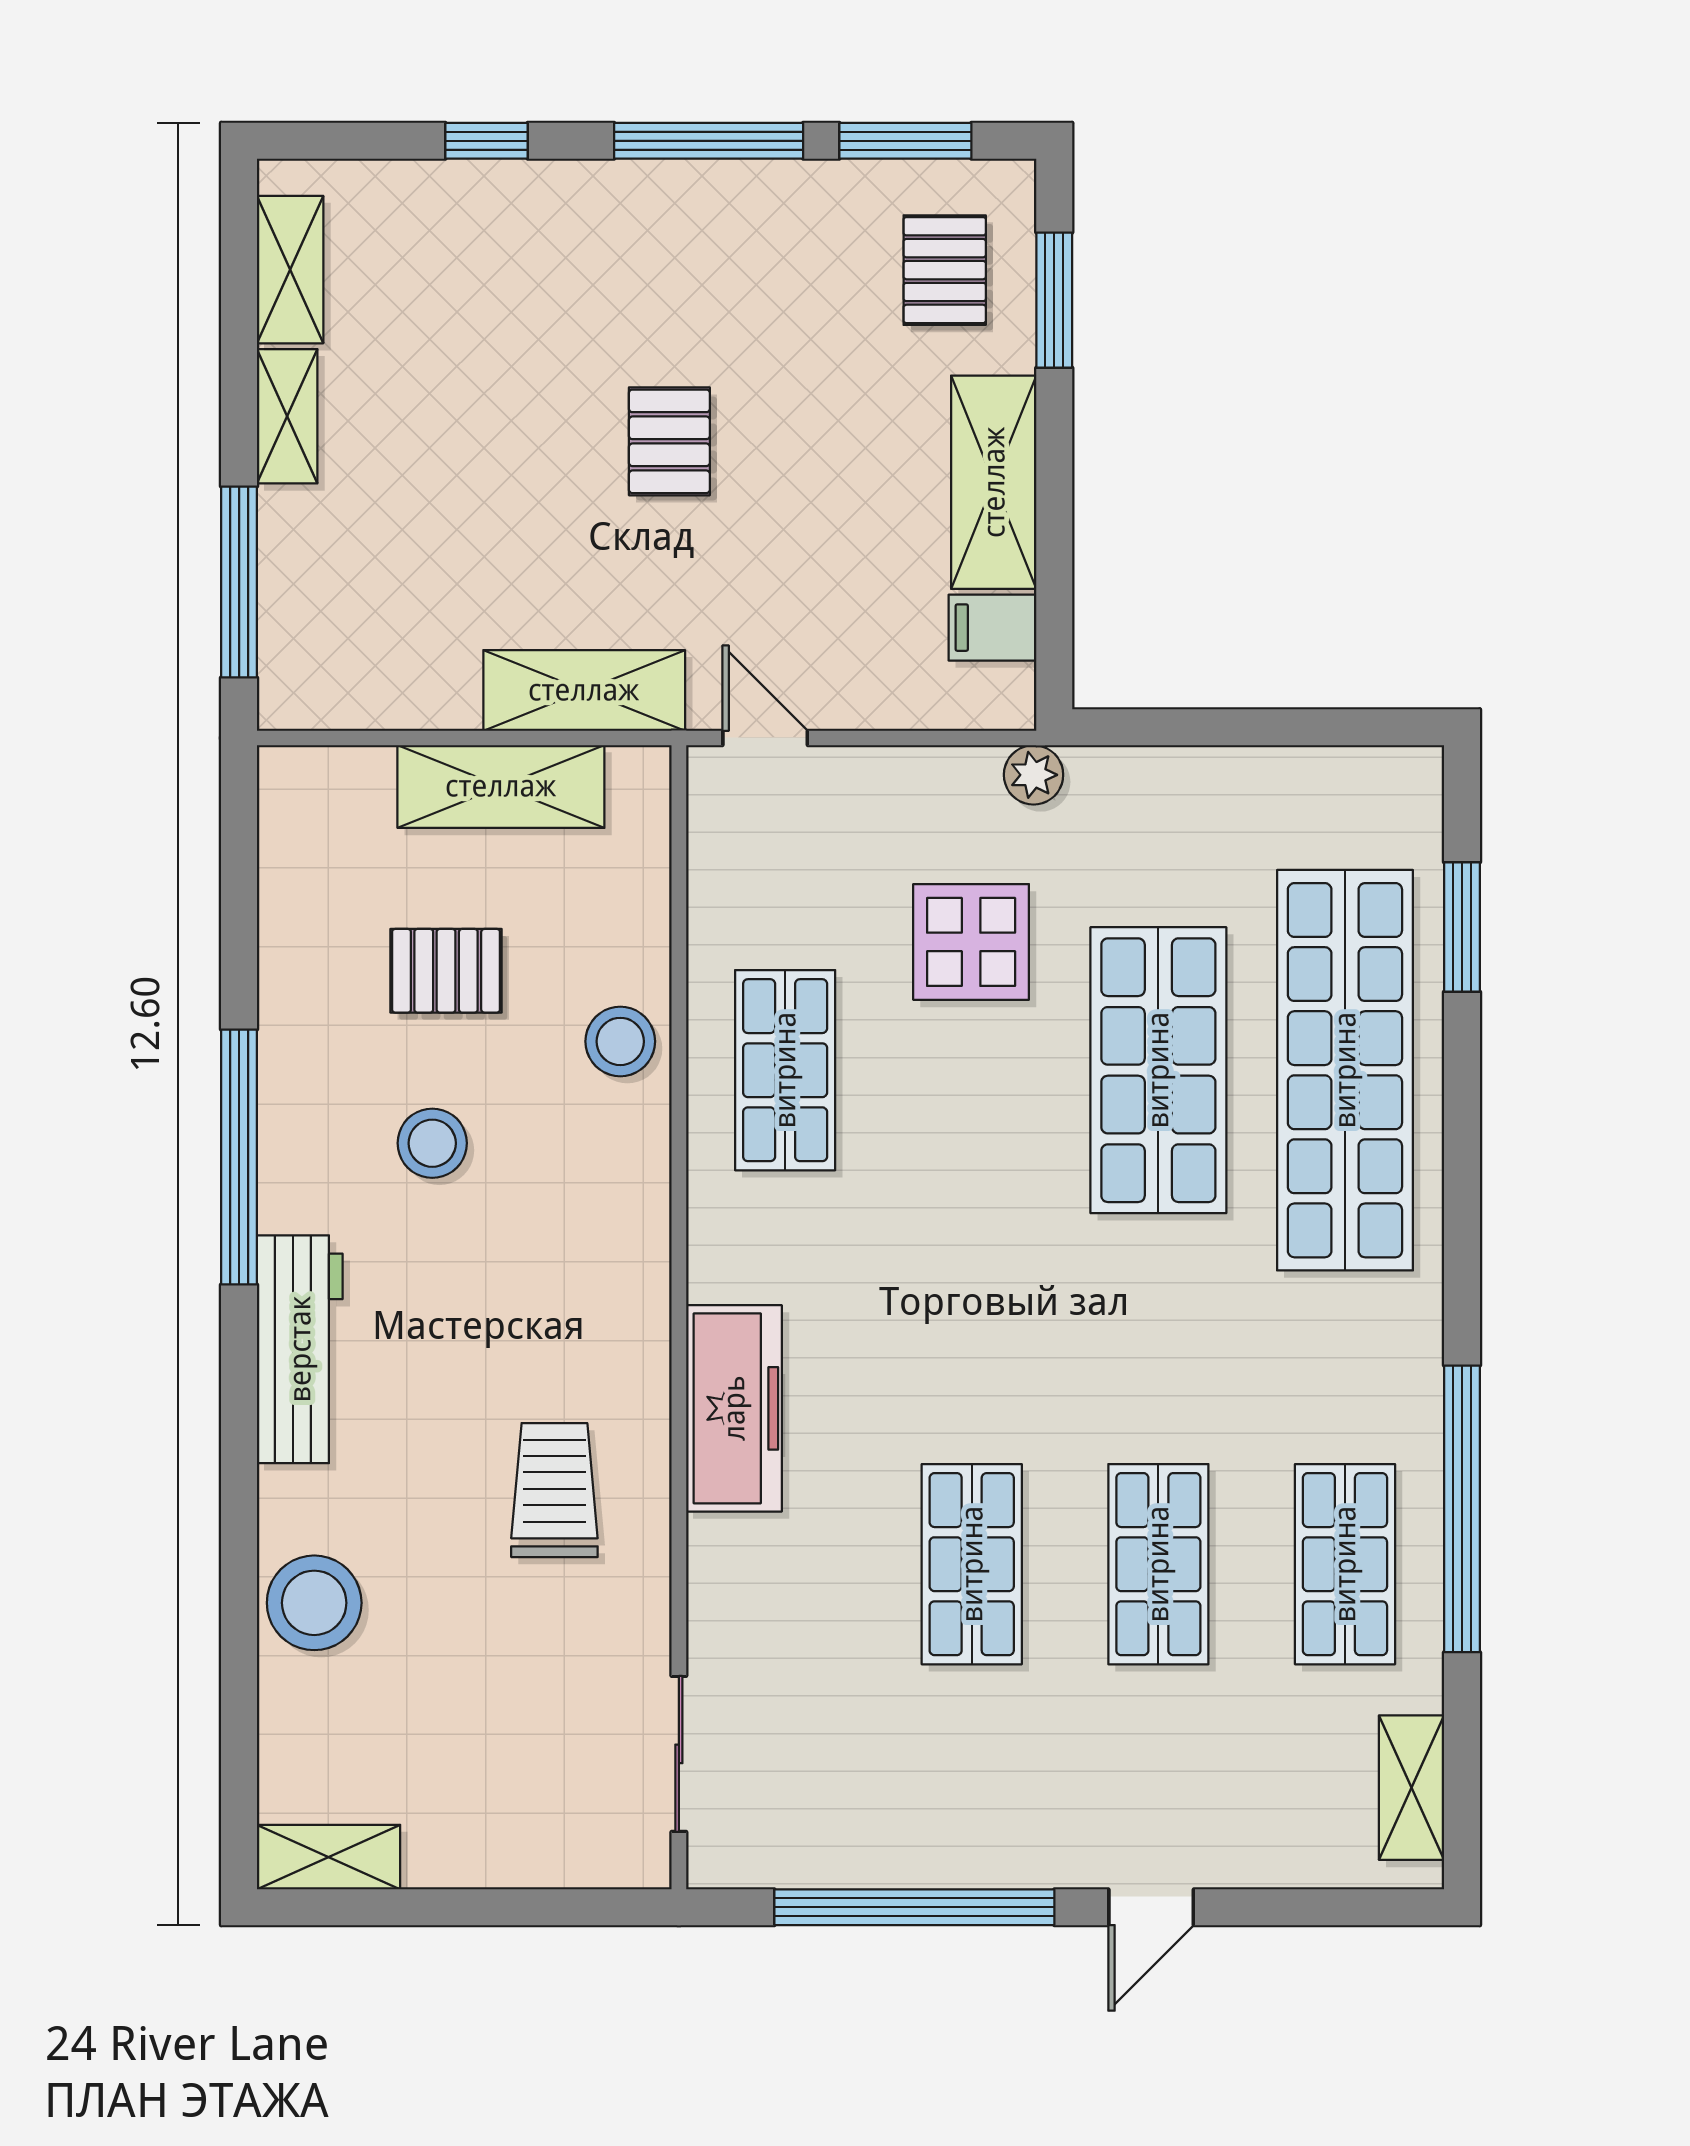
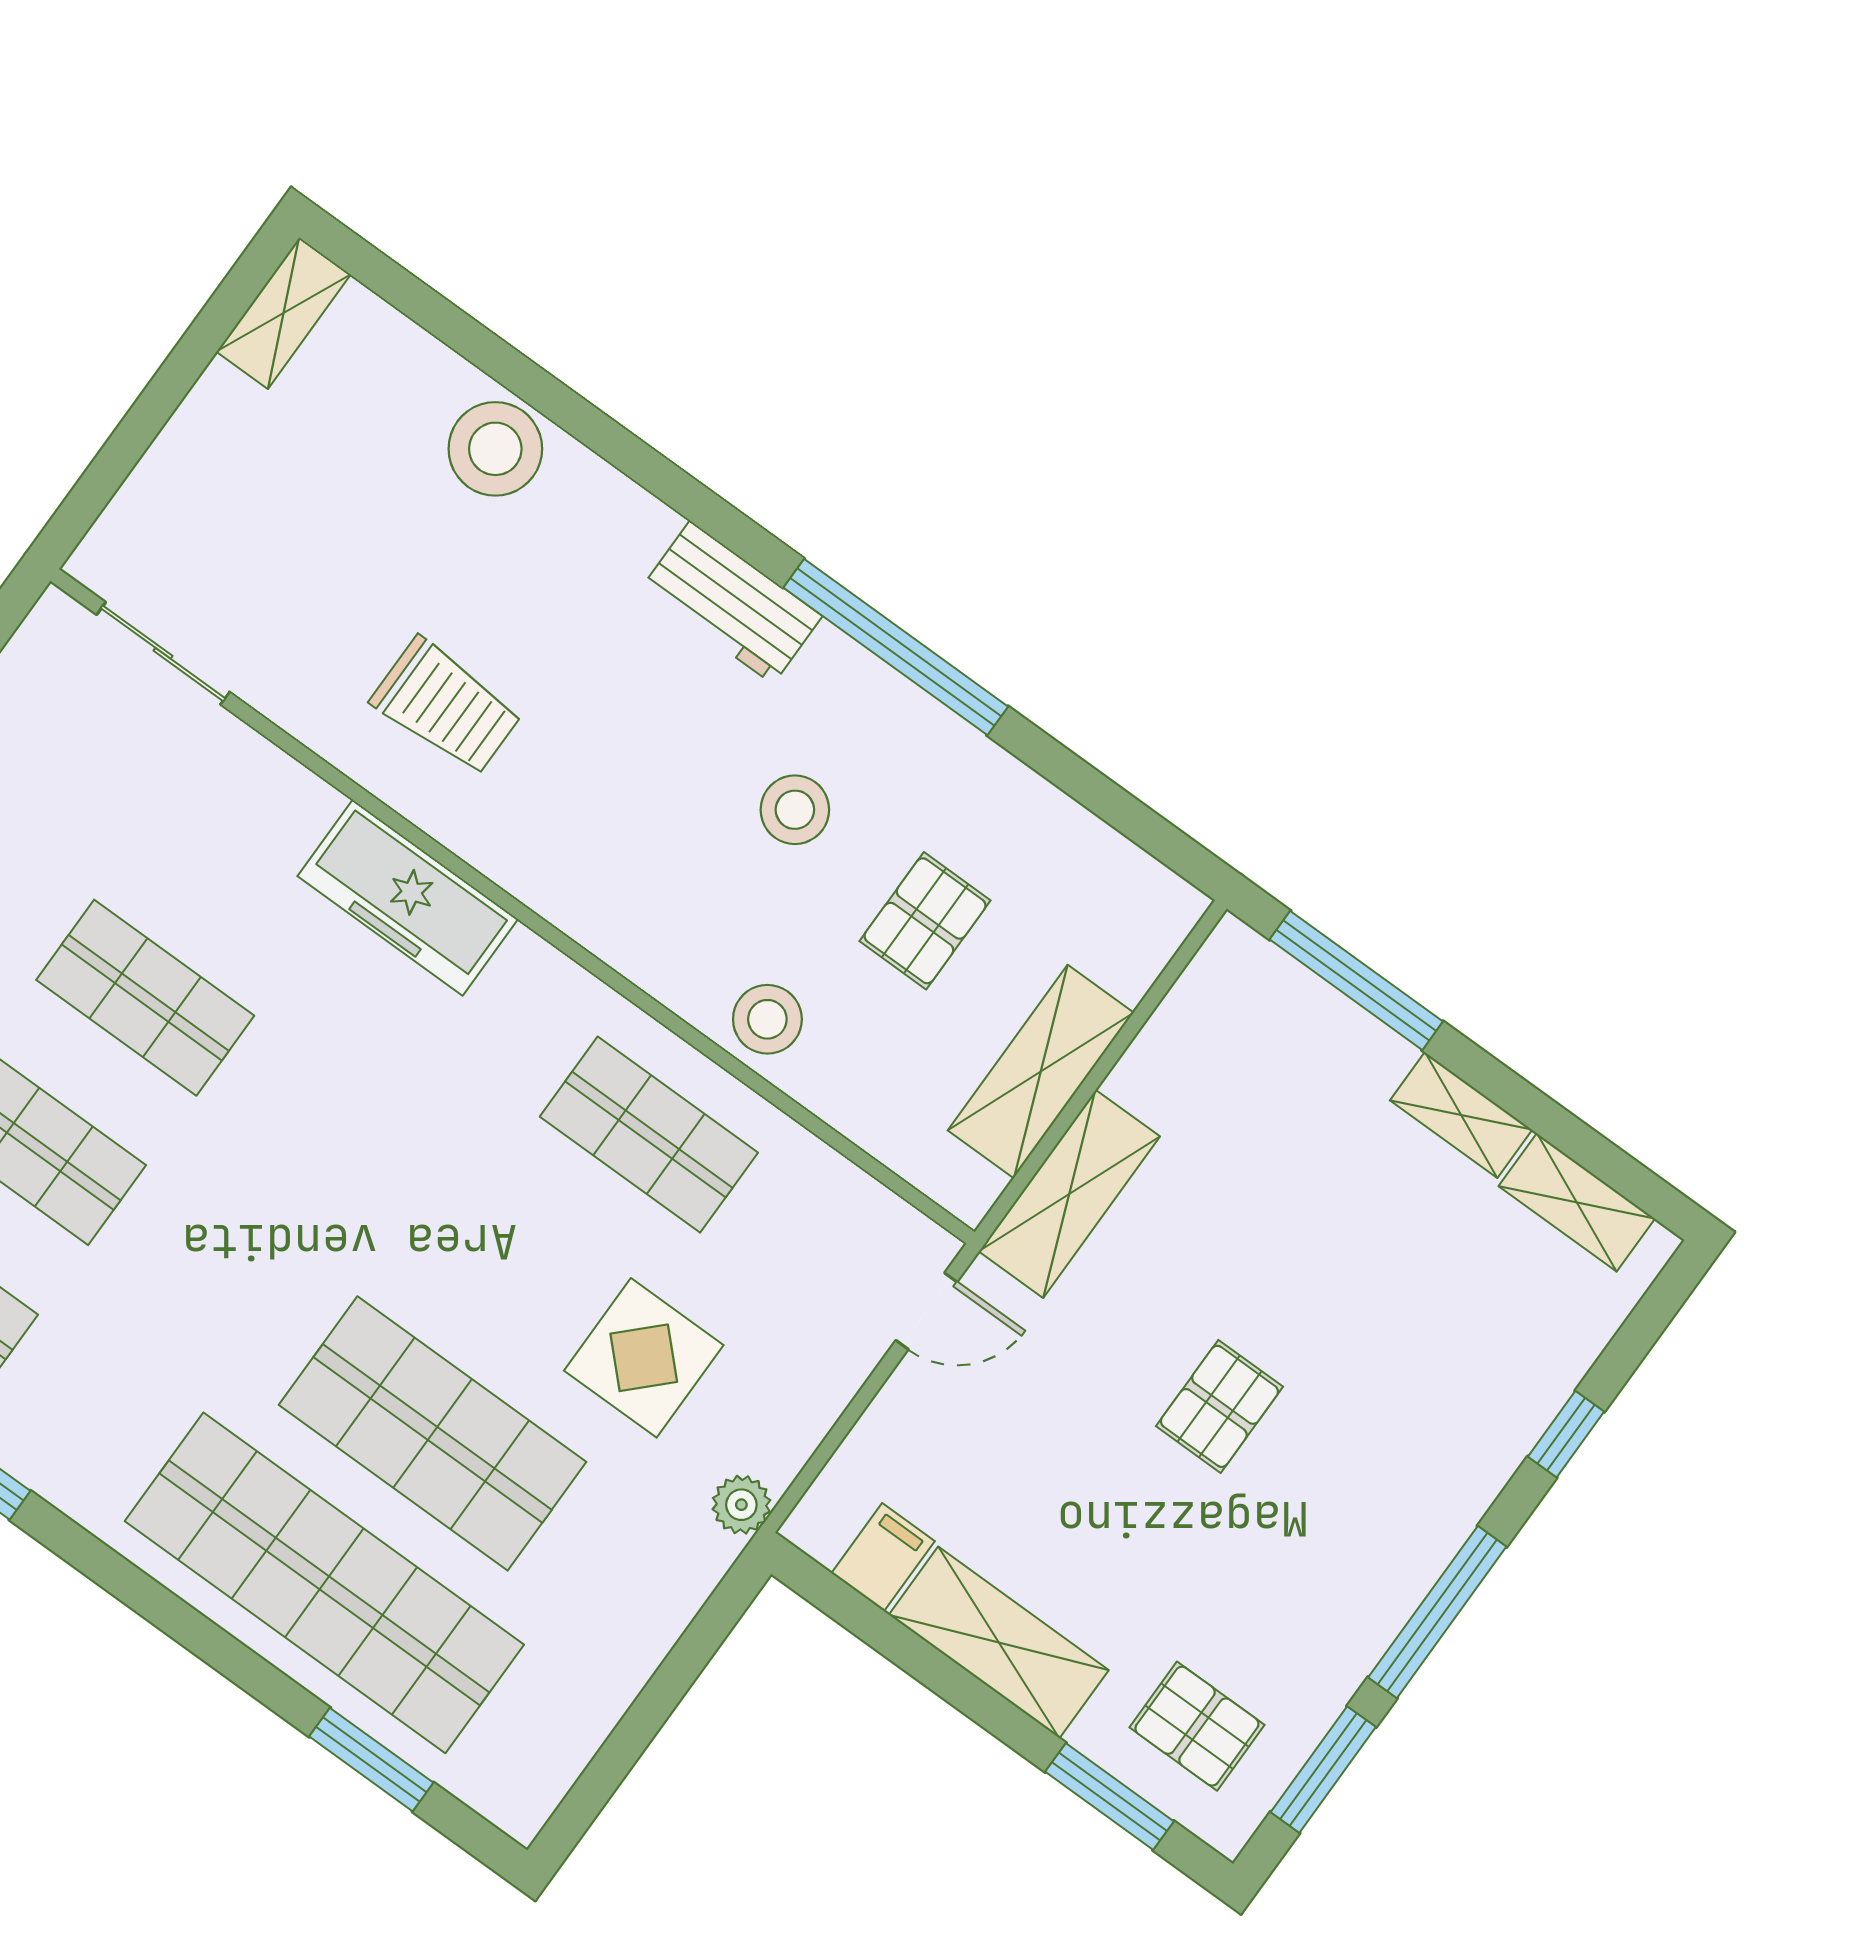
pallet: (669, 441) -> (1219, 1406), turned 90
workbench: (300, 1349) -> (732, 602), width x0.73

